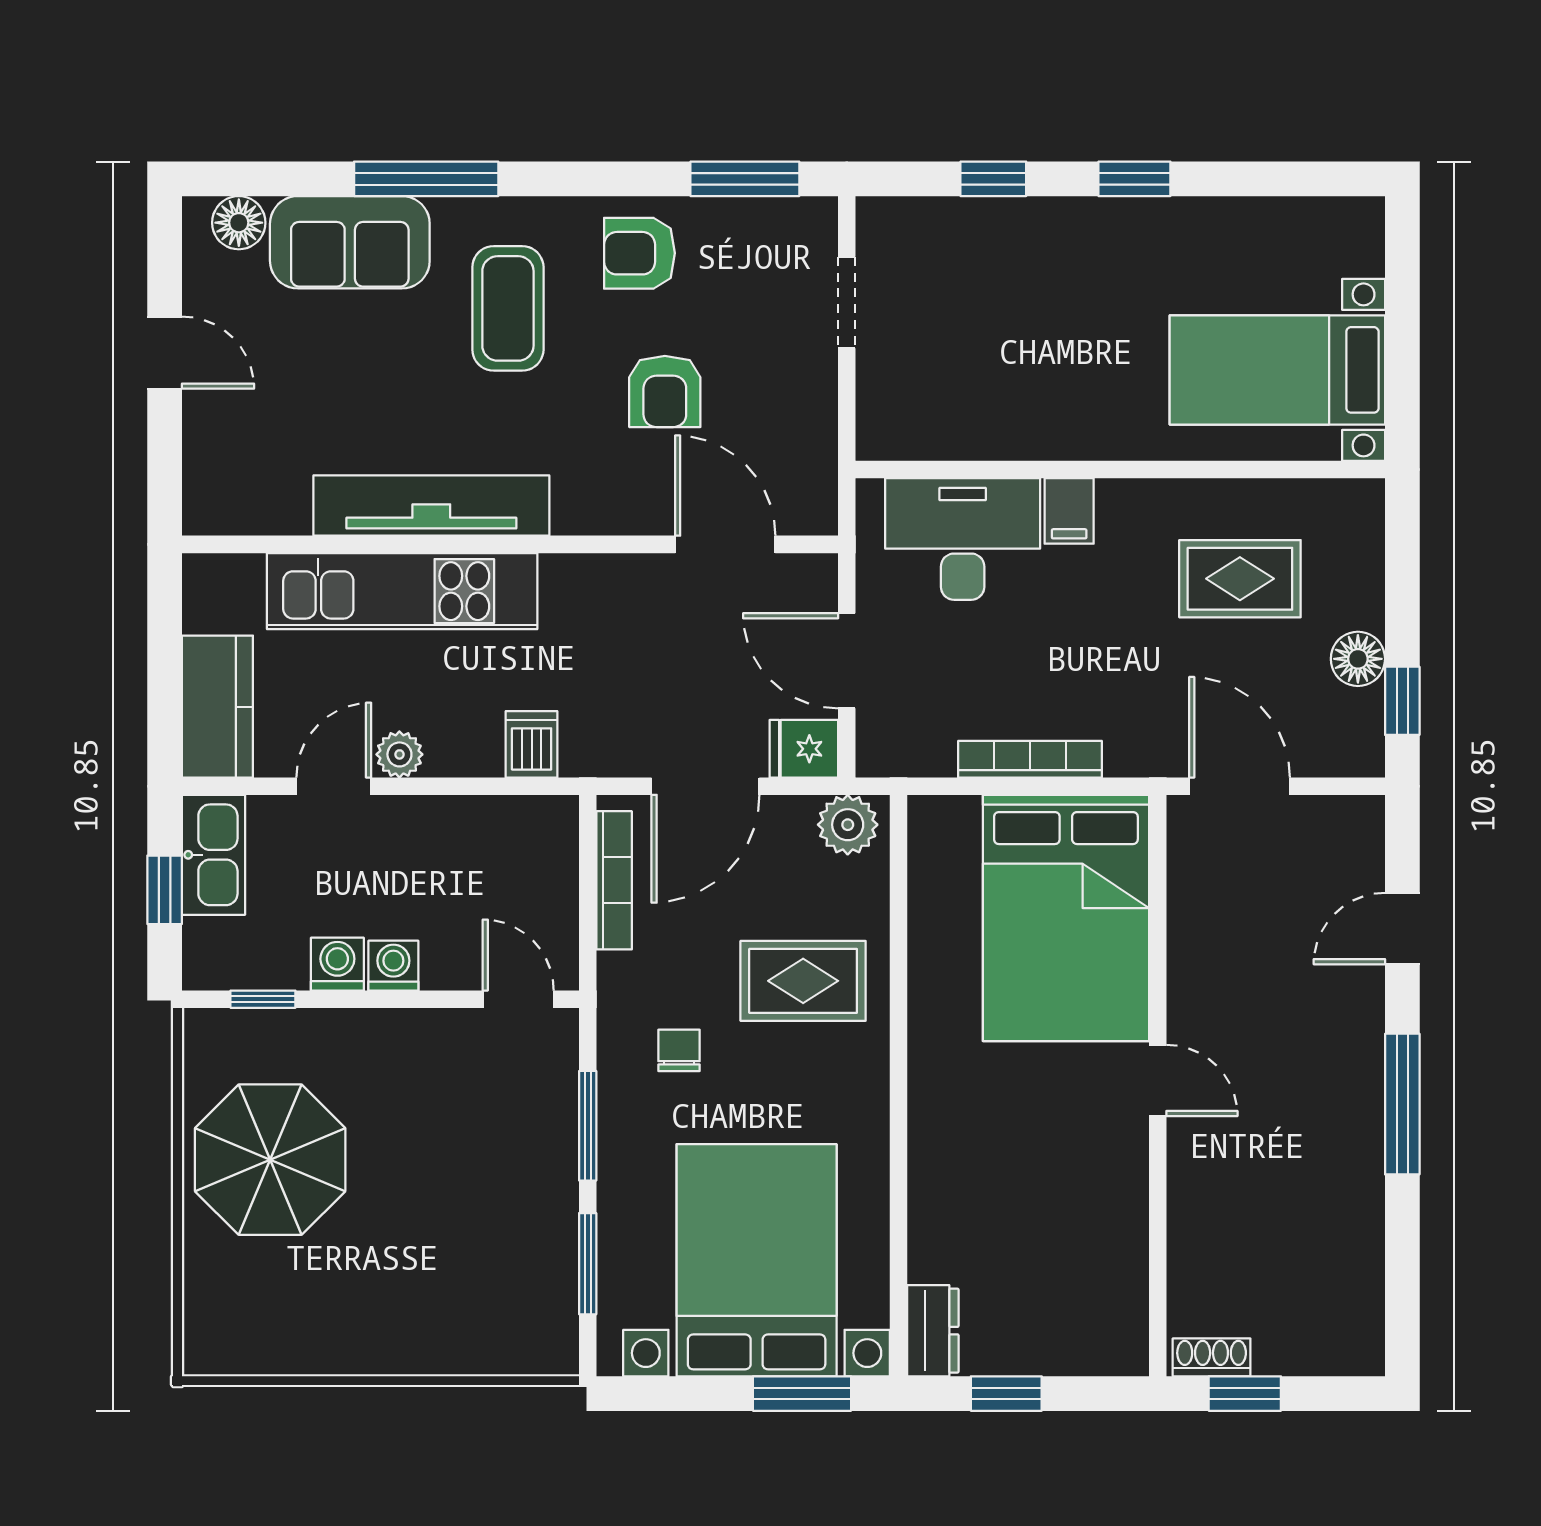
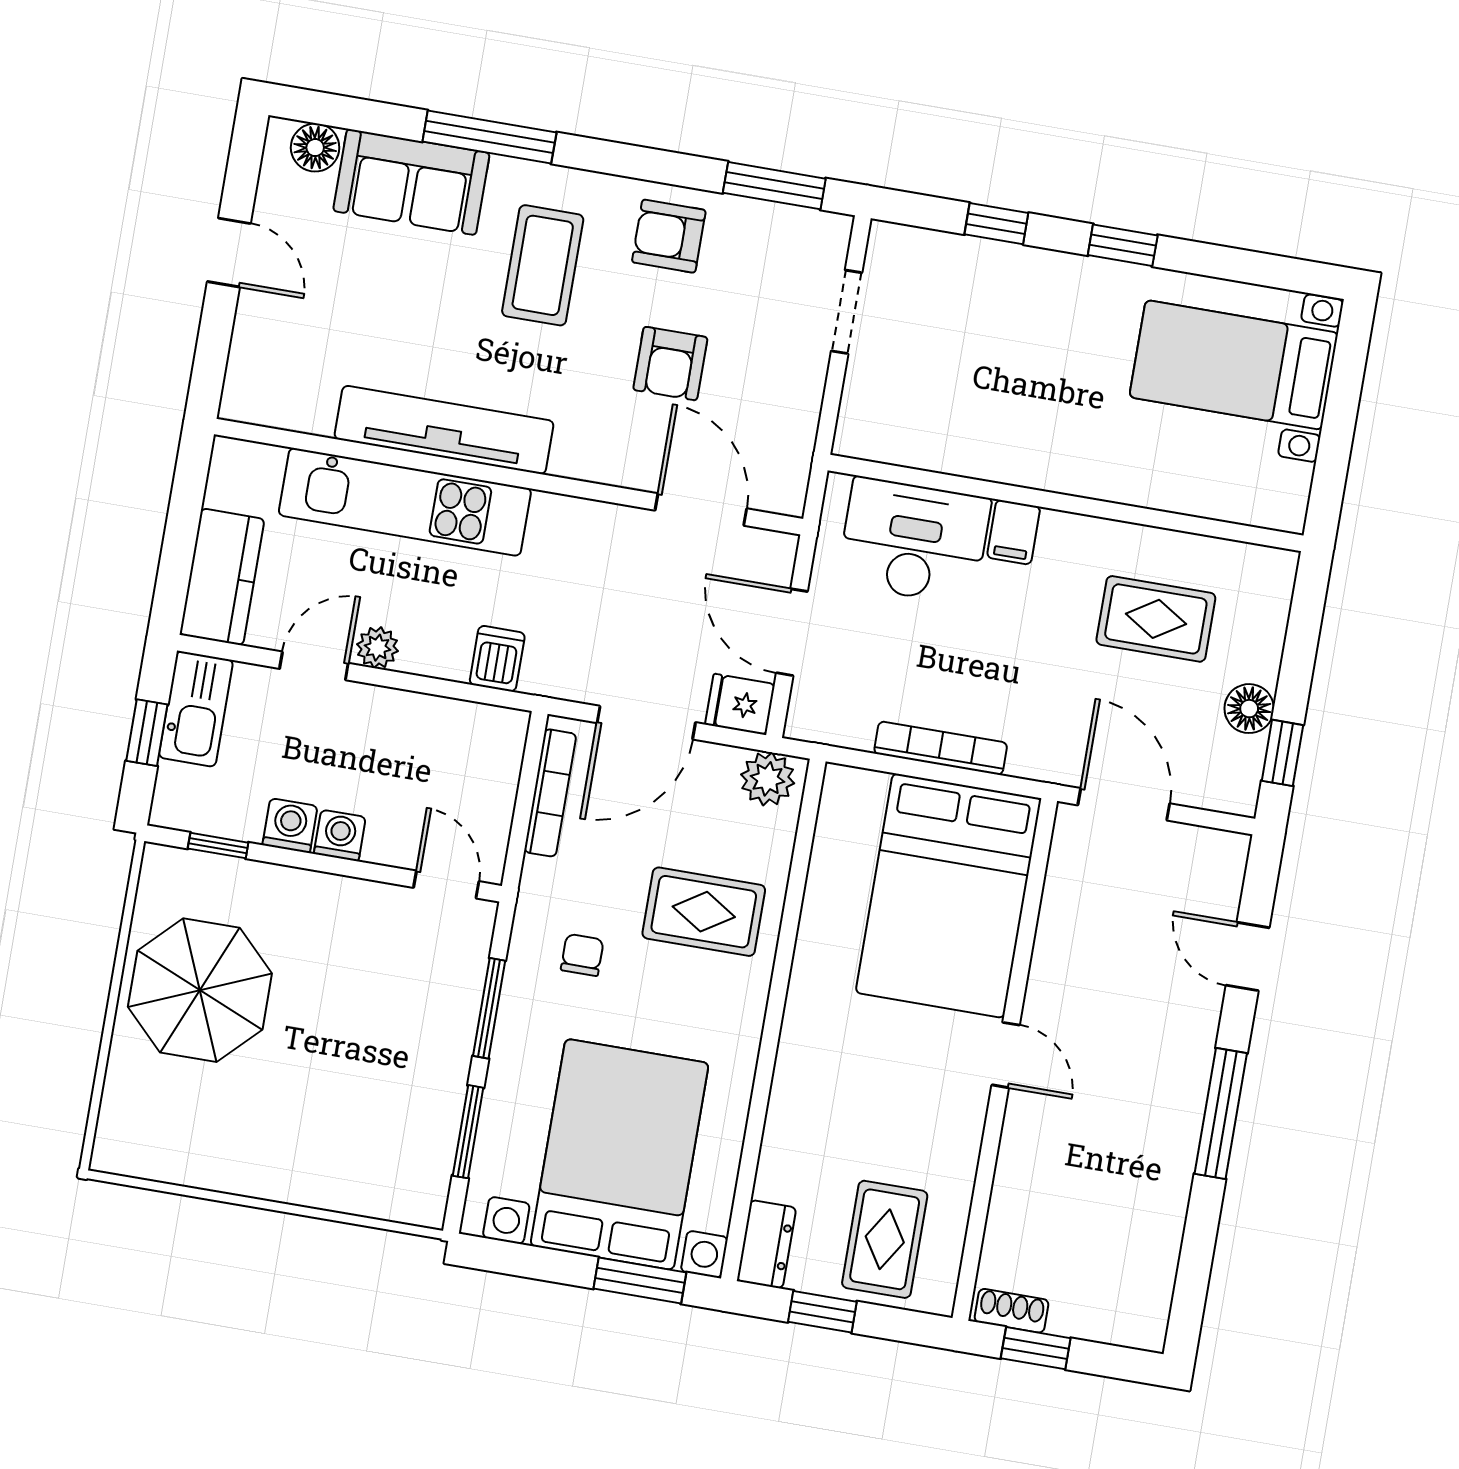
bed with nightstands: (1277, 370) -> (1234, 365), moved
door: (1402, 929) -> (1248, 957), hinge flipped
rug: (1060, 1303) -> (885, 1239), added

